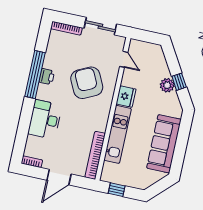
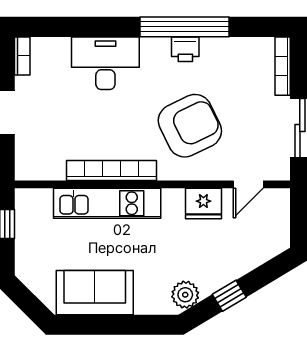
plant: (167, 85) -> (185, 295), moved
fridge: (126, 96) -> (203, 204), moved
sofa: (164, 144) -> (95, 293), width x0.73
bookcase: (95, 155) -> (112, 171), moved

